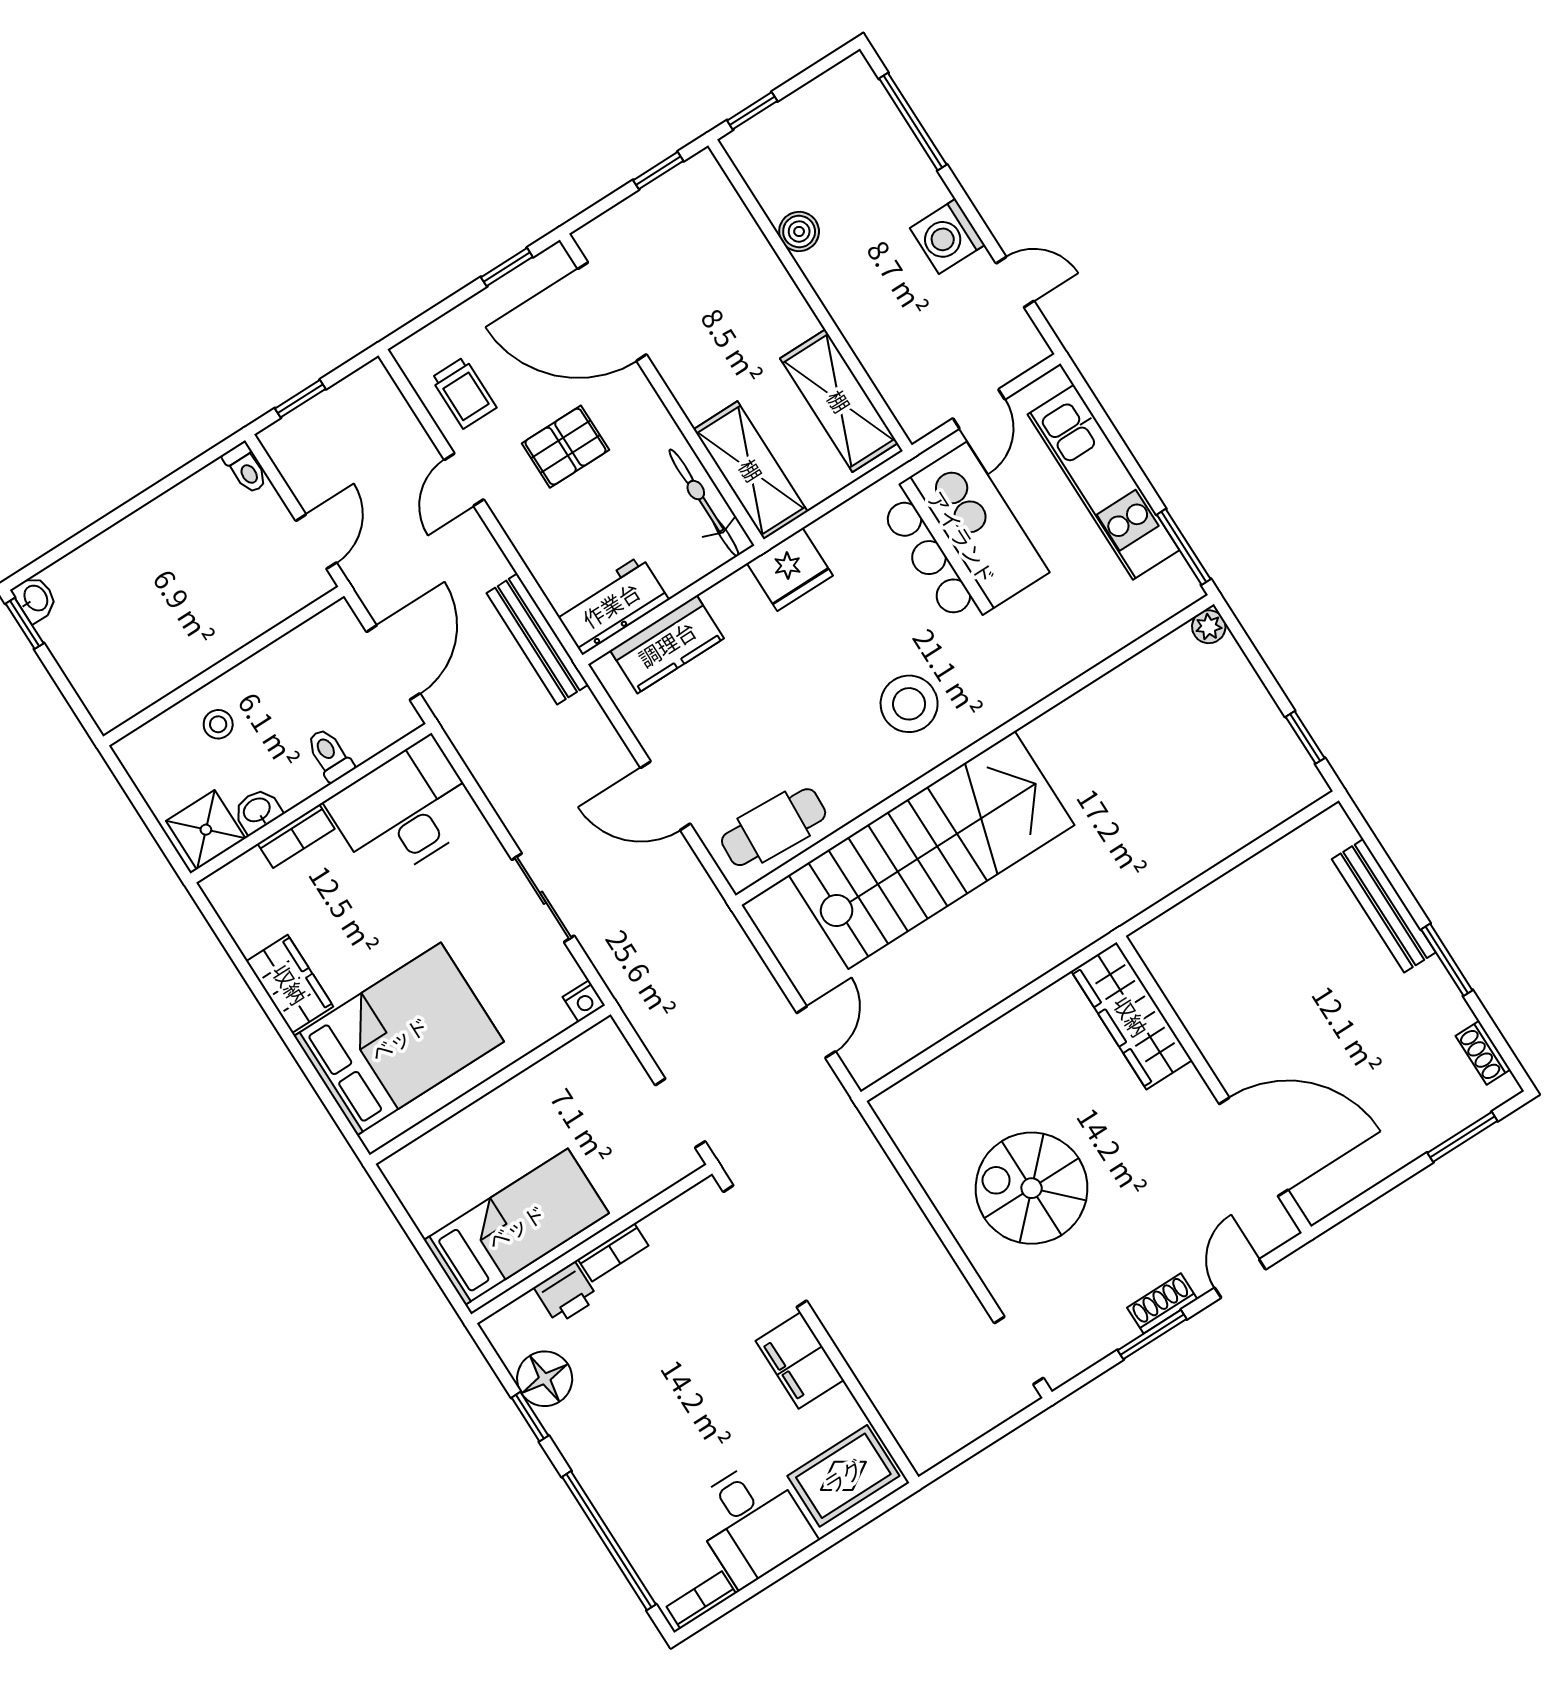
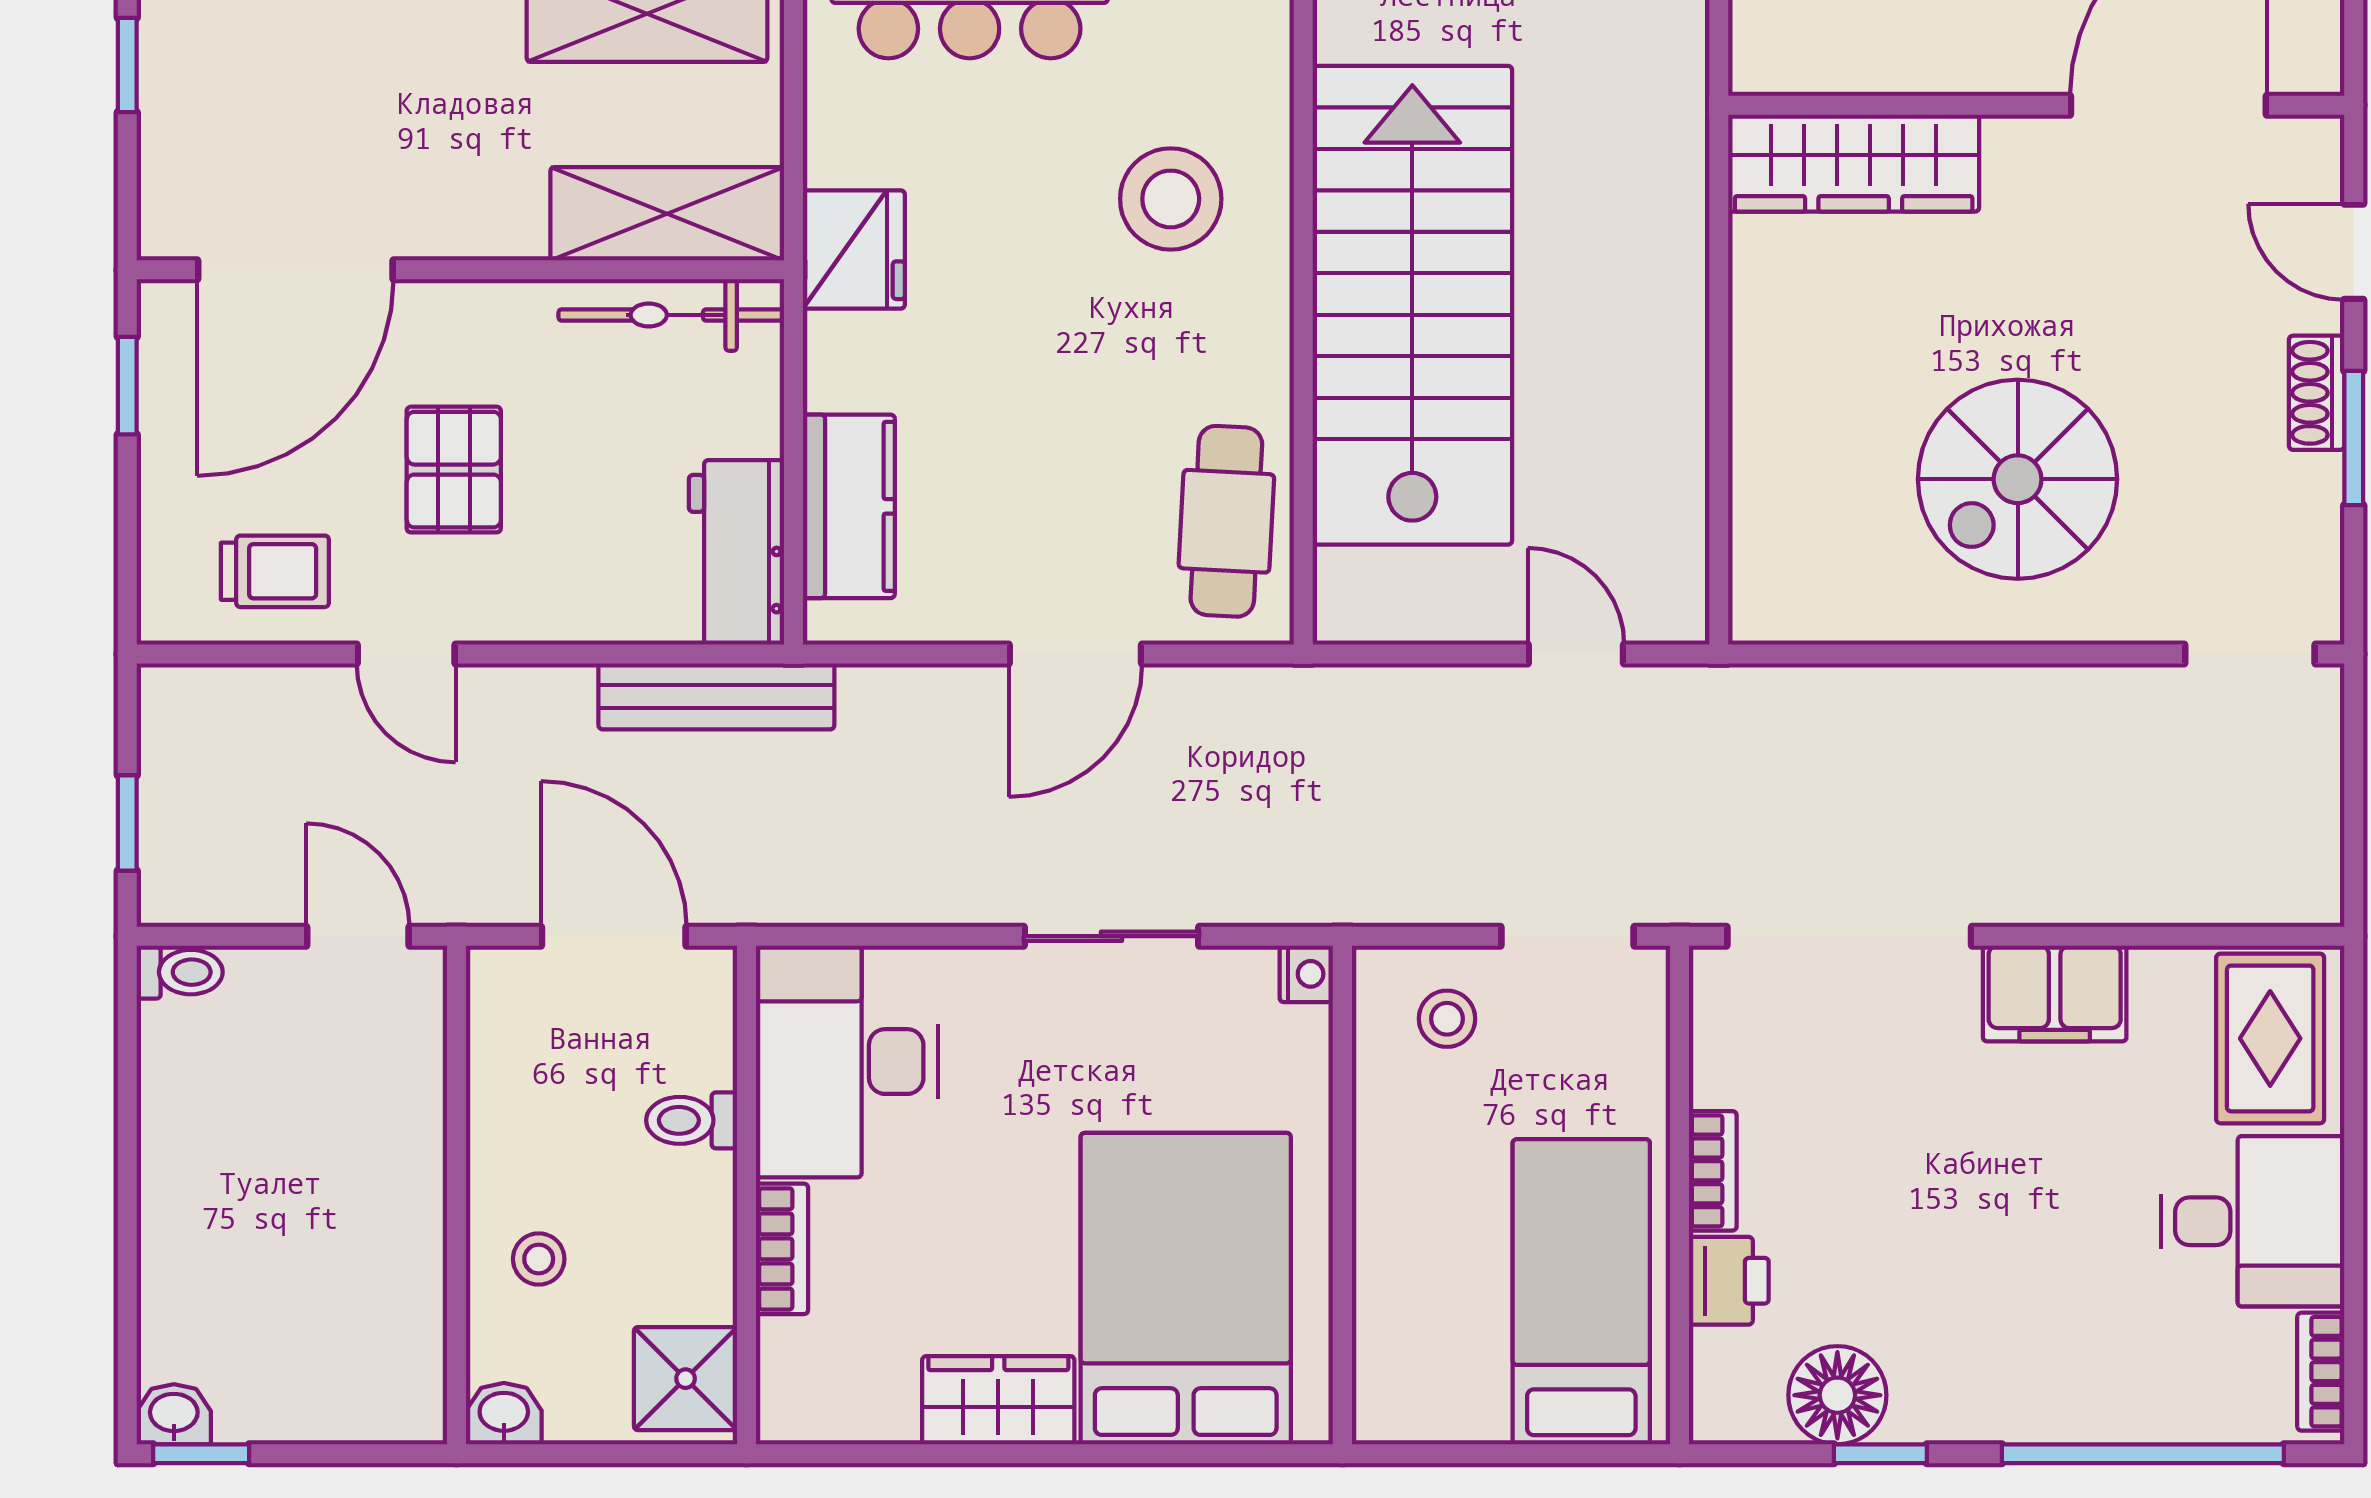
washbasin: (257, 811) -> (504, 1414), moved, turned 90
stool: (605, 1081) -> (1447, 1019), added

